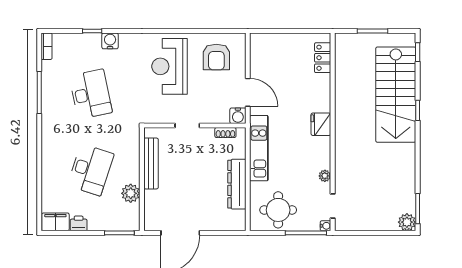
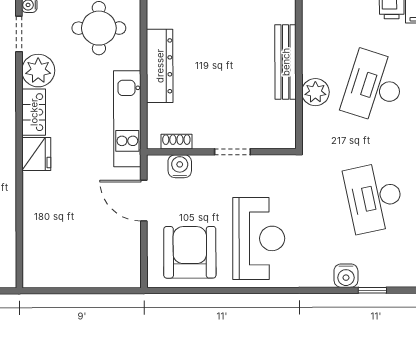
armchair: (216, 57) -> (190, 252), width x1.36, depth x1.36
locker: (323, 58) -> (34, 112), moved
water cooler: (238, 116) -> (180, 166), moved
bench: (151, 163) -> (286, 62), moved
plant: (325, 176) -> (38, 71), width x1.87, depth x1.87
plant: (131, 193) -> (315, 92), moved

